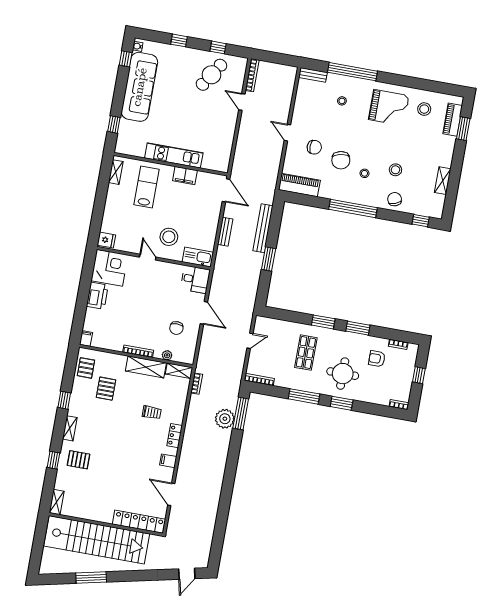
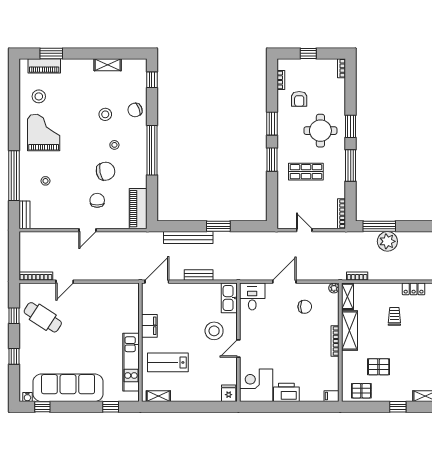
kitchen unit: (174, 155) -> (131, 362), moved
plant: (167, 355) -> (334, 288), moved

